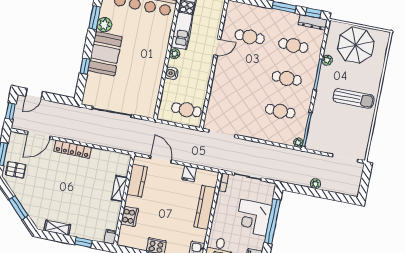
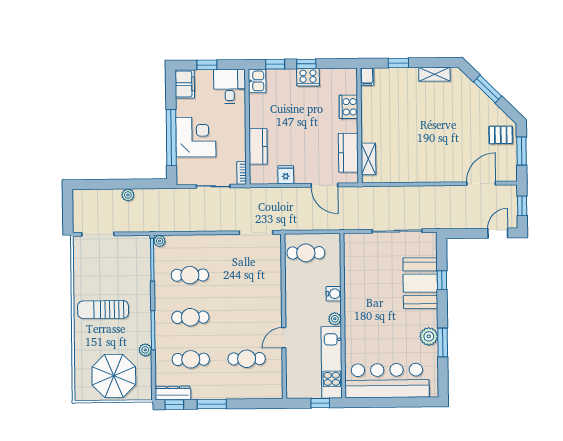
booth: (105, 54) -> (420, 283), moved
locker: (73, 149) -> (436, 175), removed
shelving: (119, 189) -> (368, 159), moved
kitchen counter: (205, 207) -> (258, 146), width x0.67

